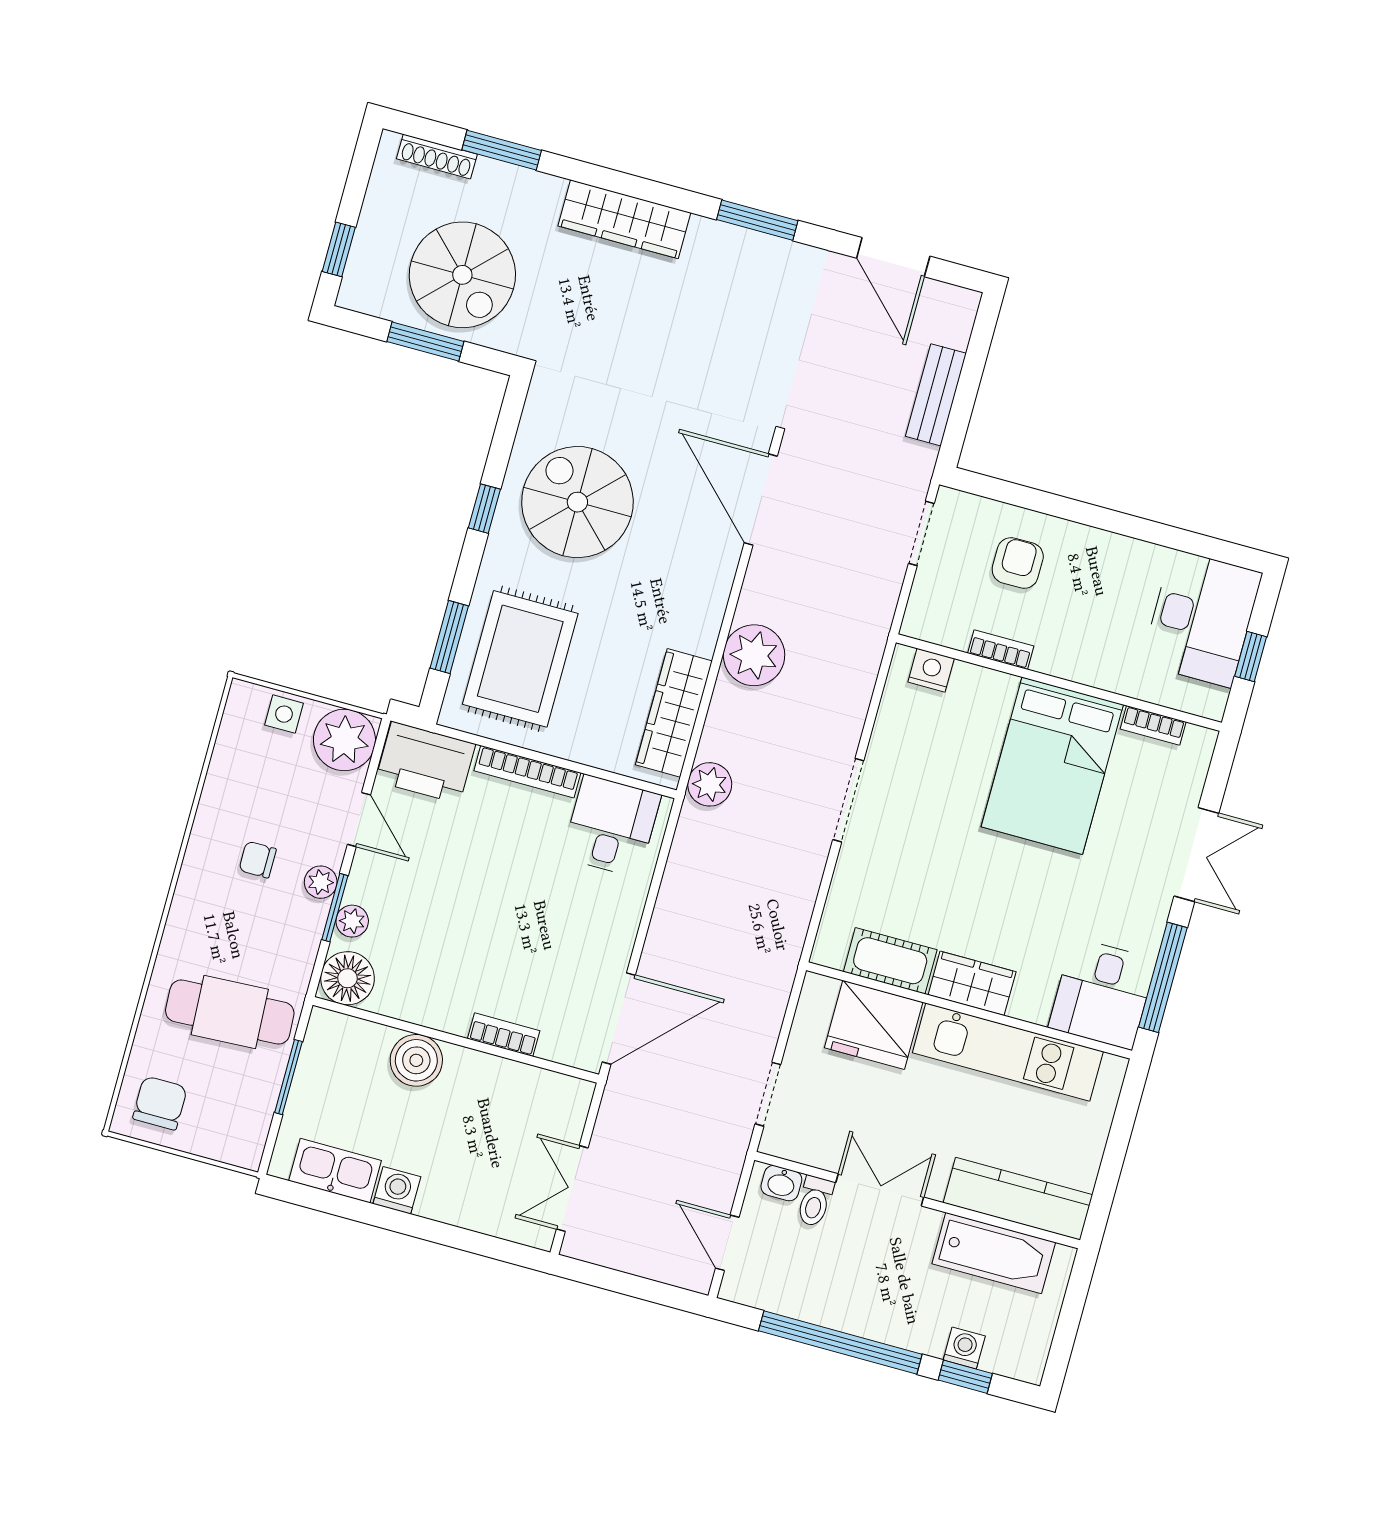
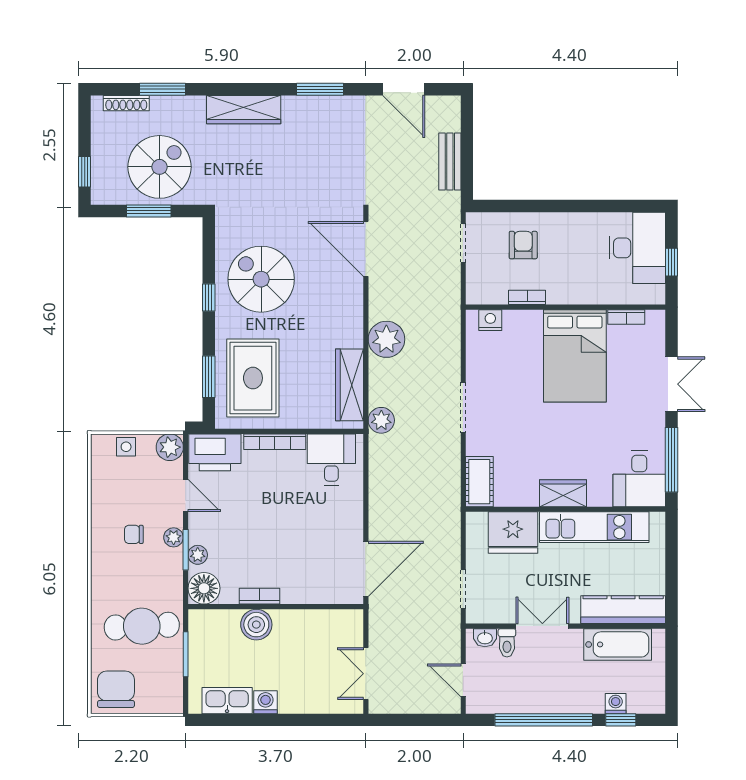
spiral stairs: (462, 275) -> (160, 167), turned -90
plant: (344, 740) -> (170, 447), width x0.73, depth x0.73
cot: (890, 961) -> (479, 482), moved, turned 90
bookcase: (504, 1035) -> (259, 596), moved
chair: (160, 1103) -> (116, 689), width x1.37, depth x1.37

